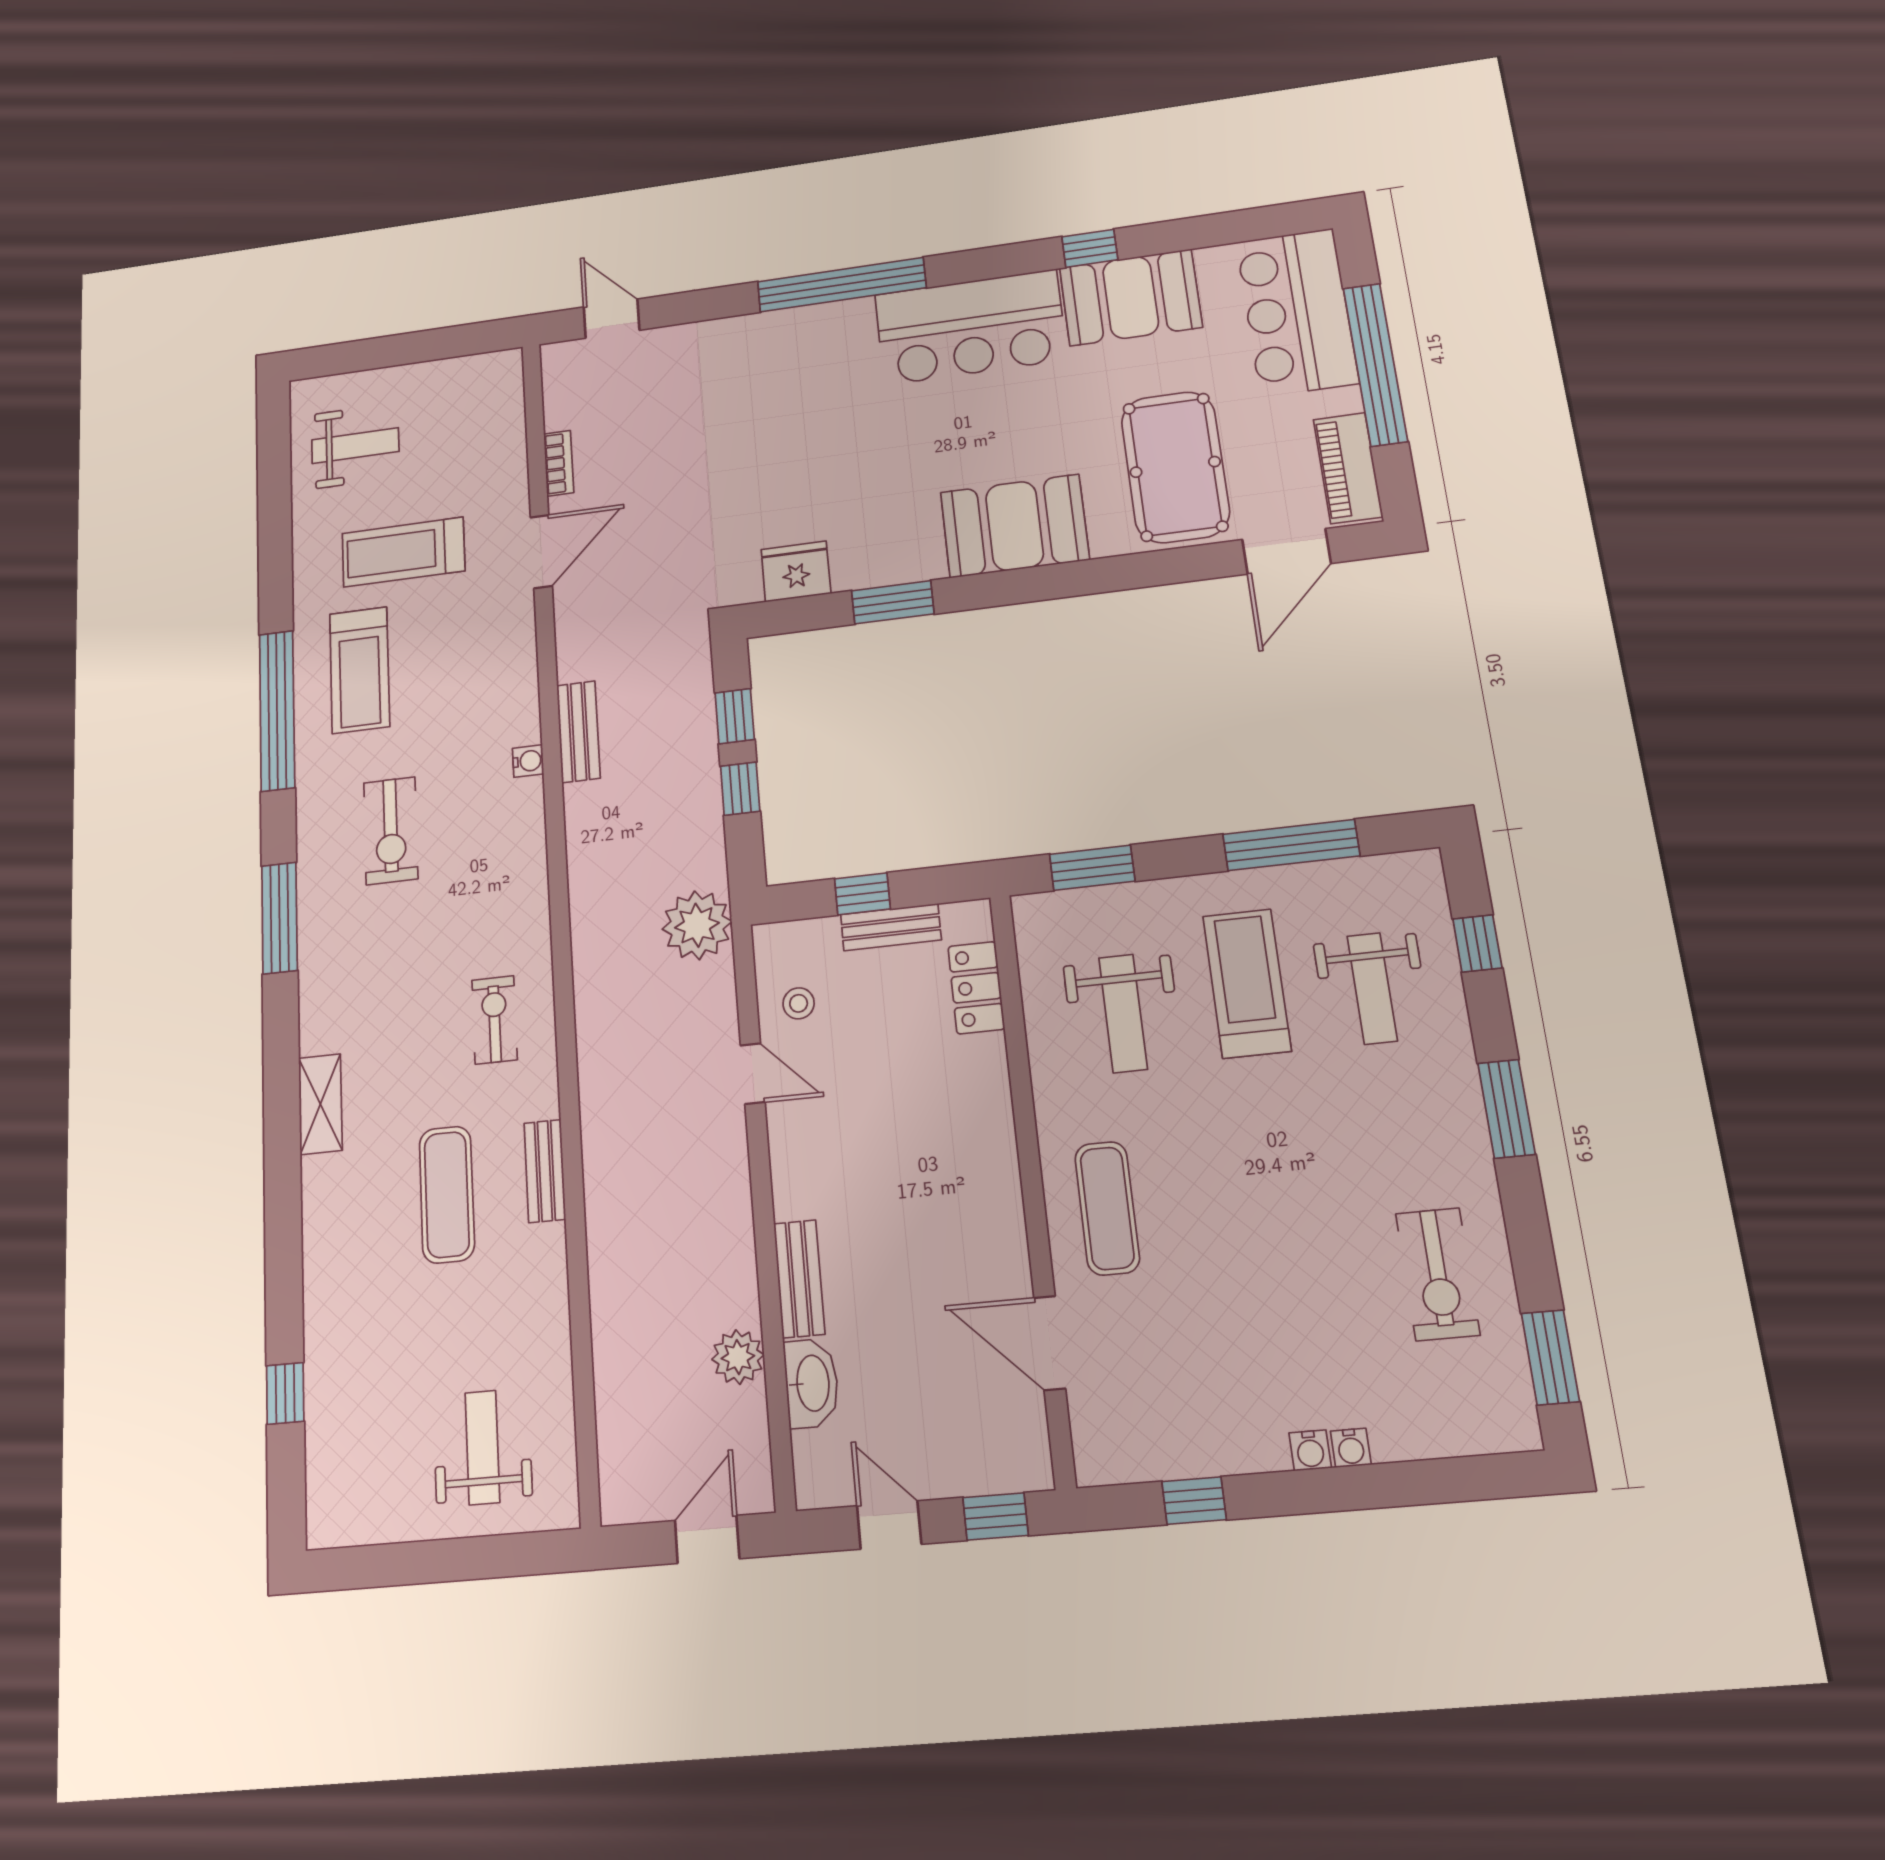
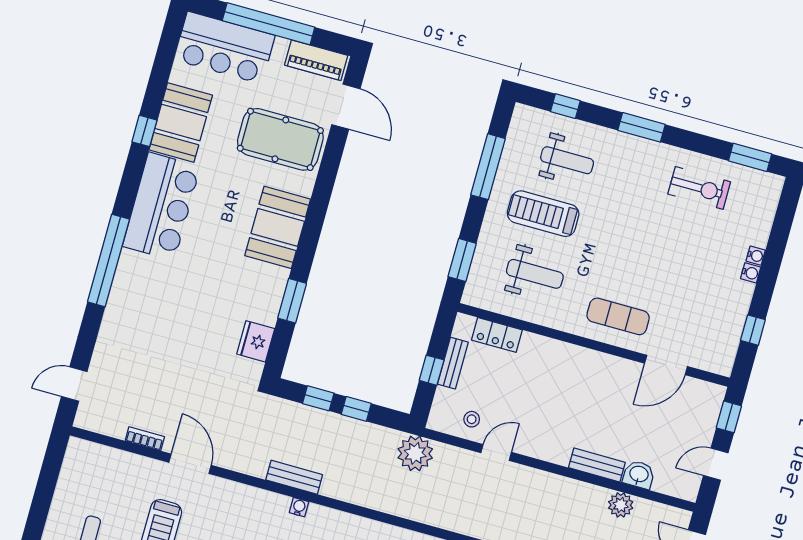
washbasin: (811, 1383) -> (639, 475), width x0.72

